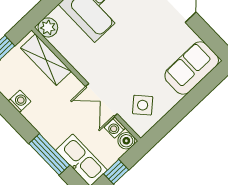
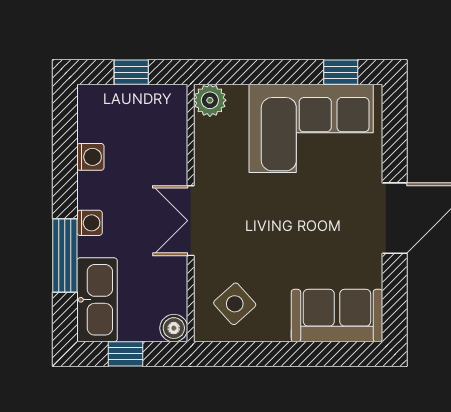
shelving: (46, 60) -> (170, 137), removed
double door: (101, 100) -> (191, 221), moved
washing machine: (115, 128) -> (89, 223), moved, turned 180

